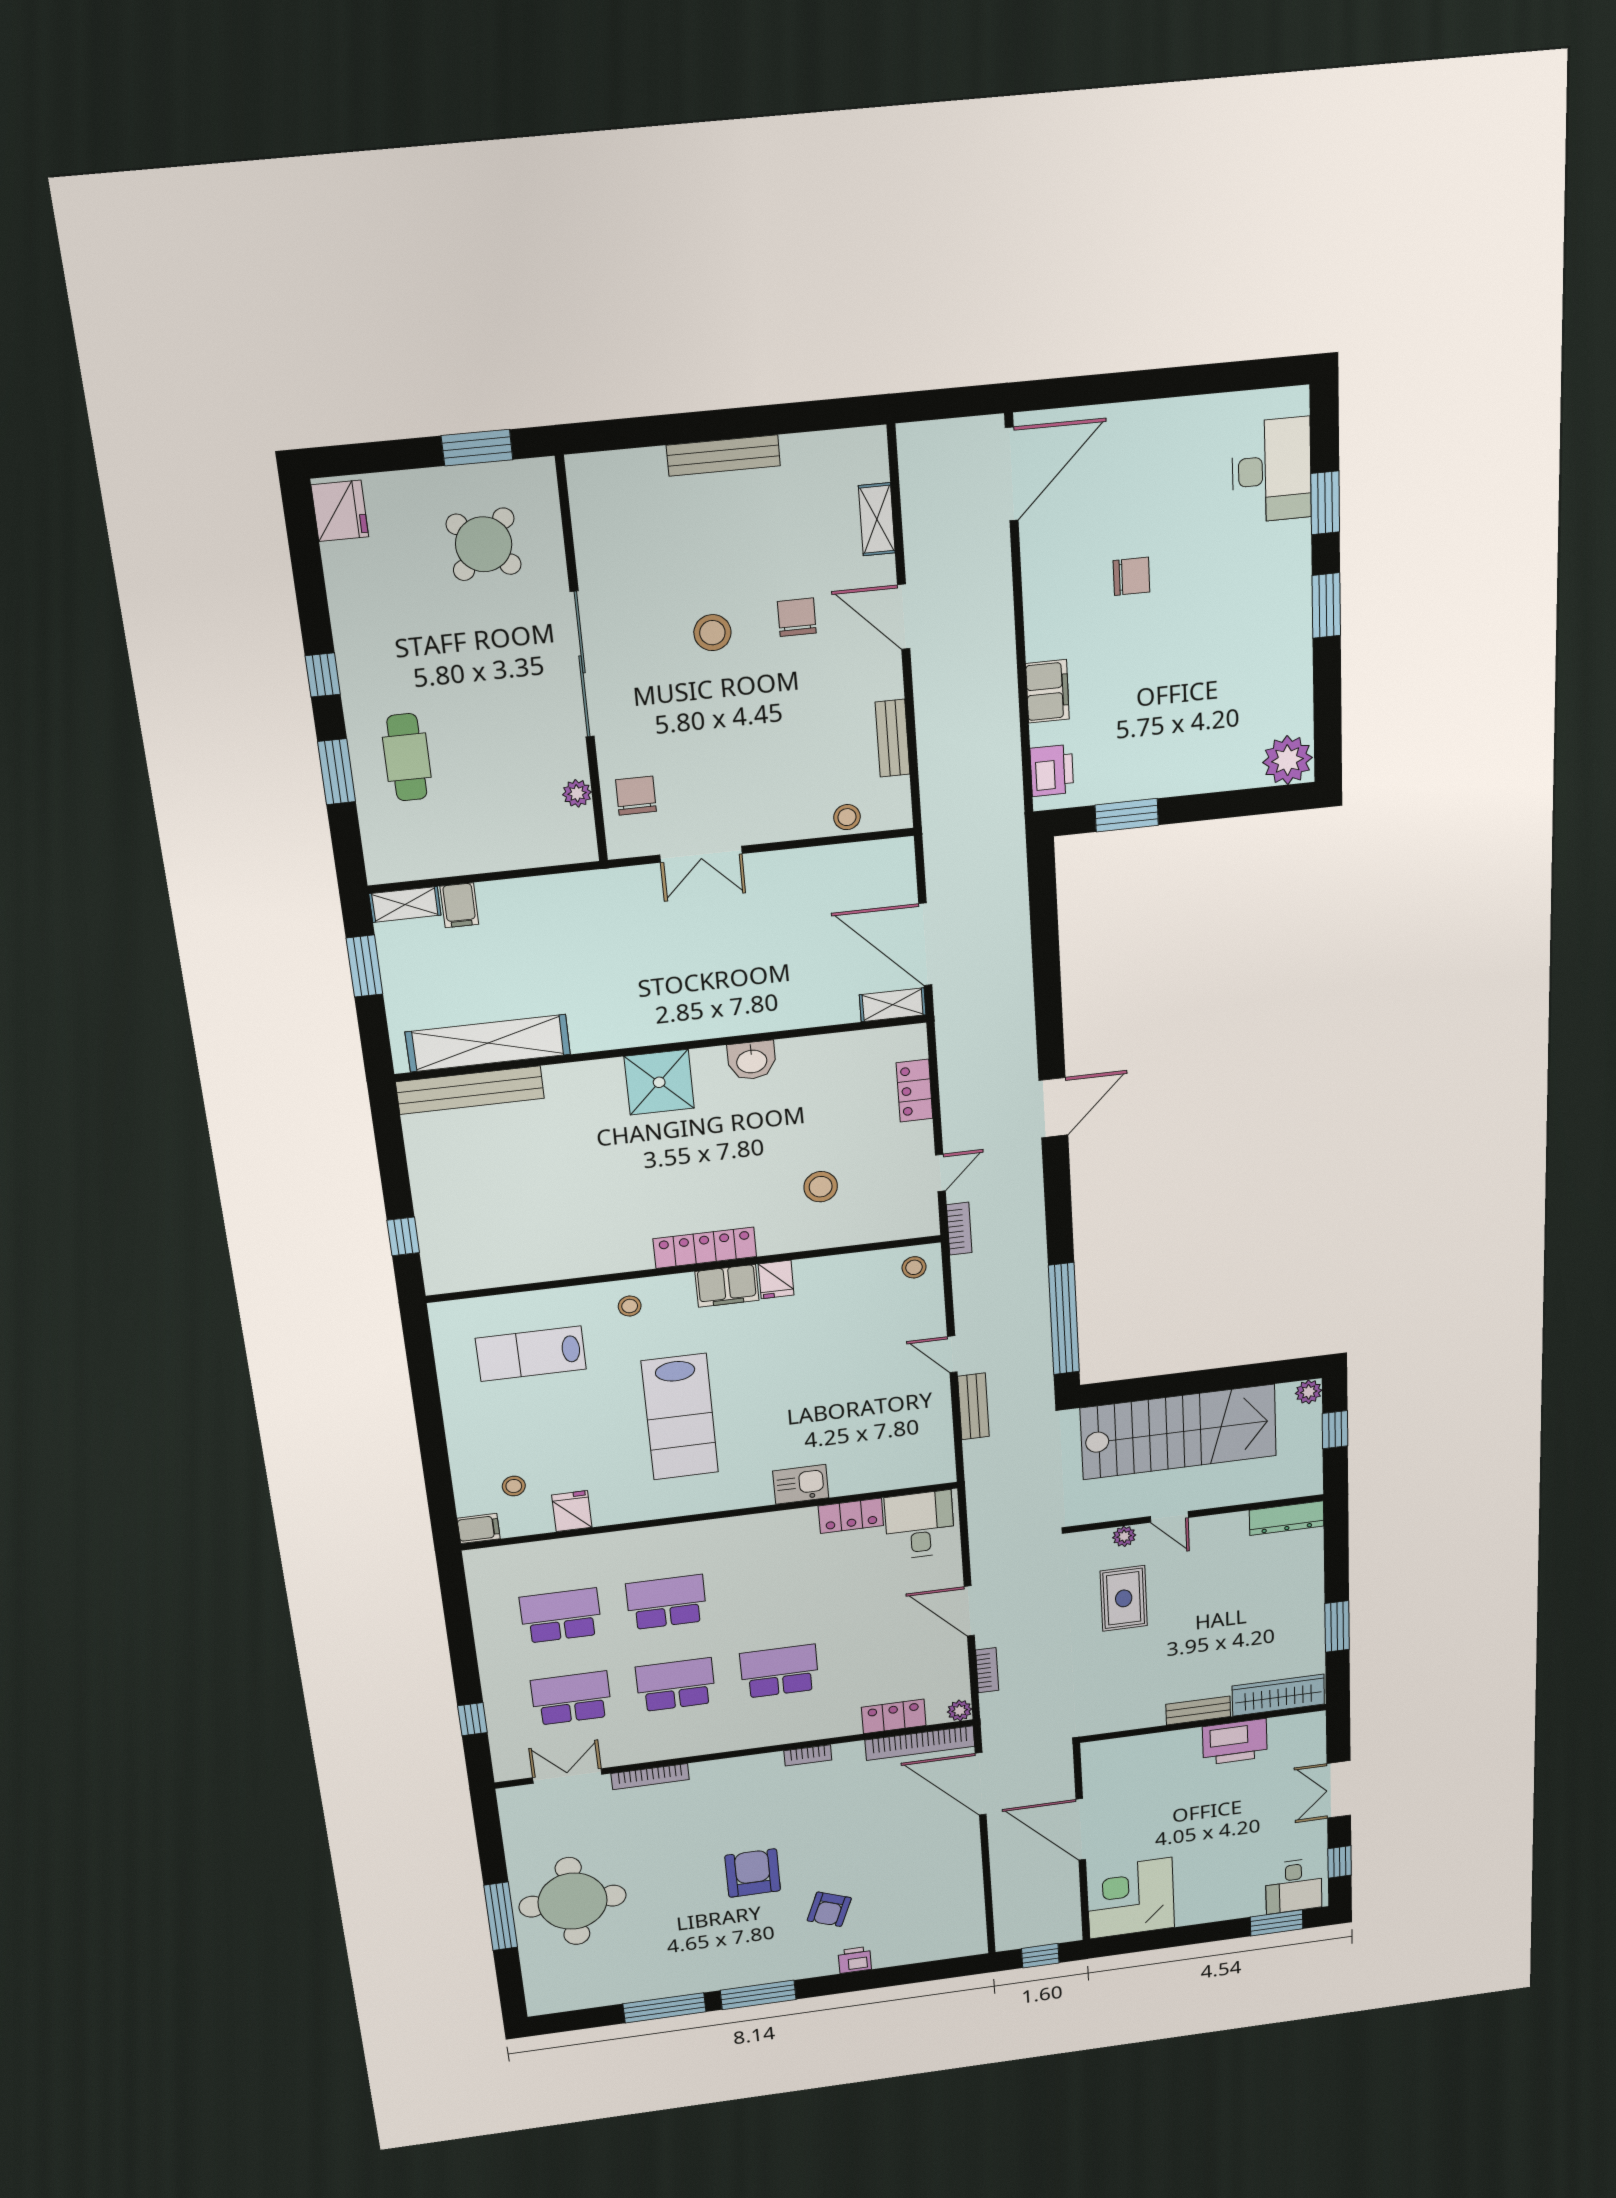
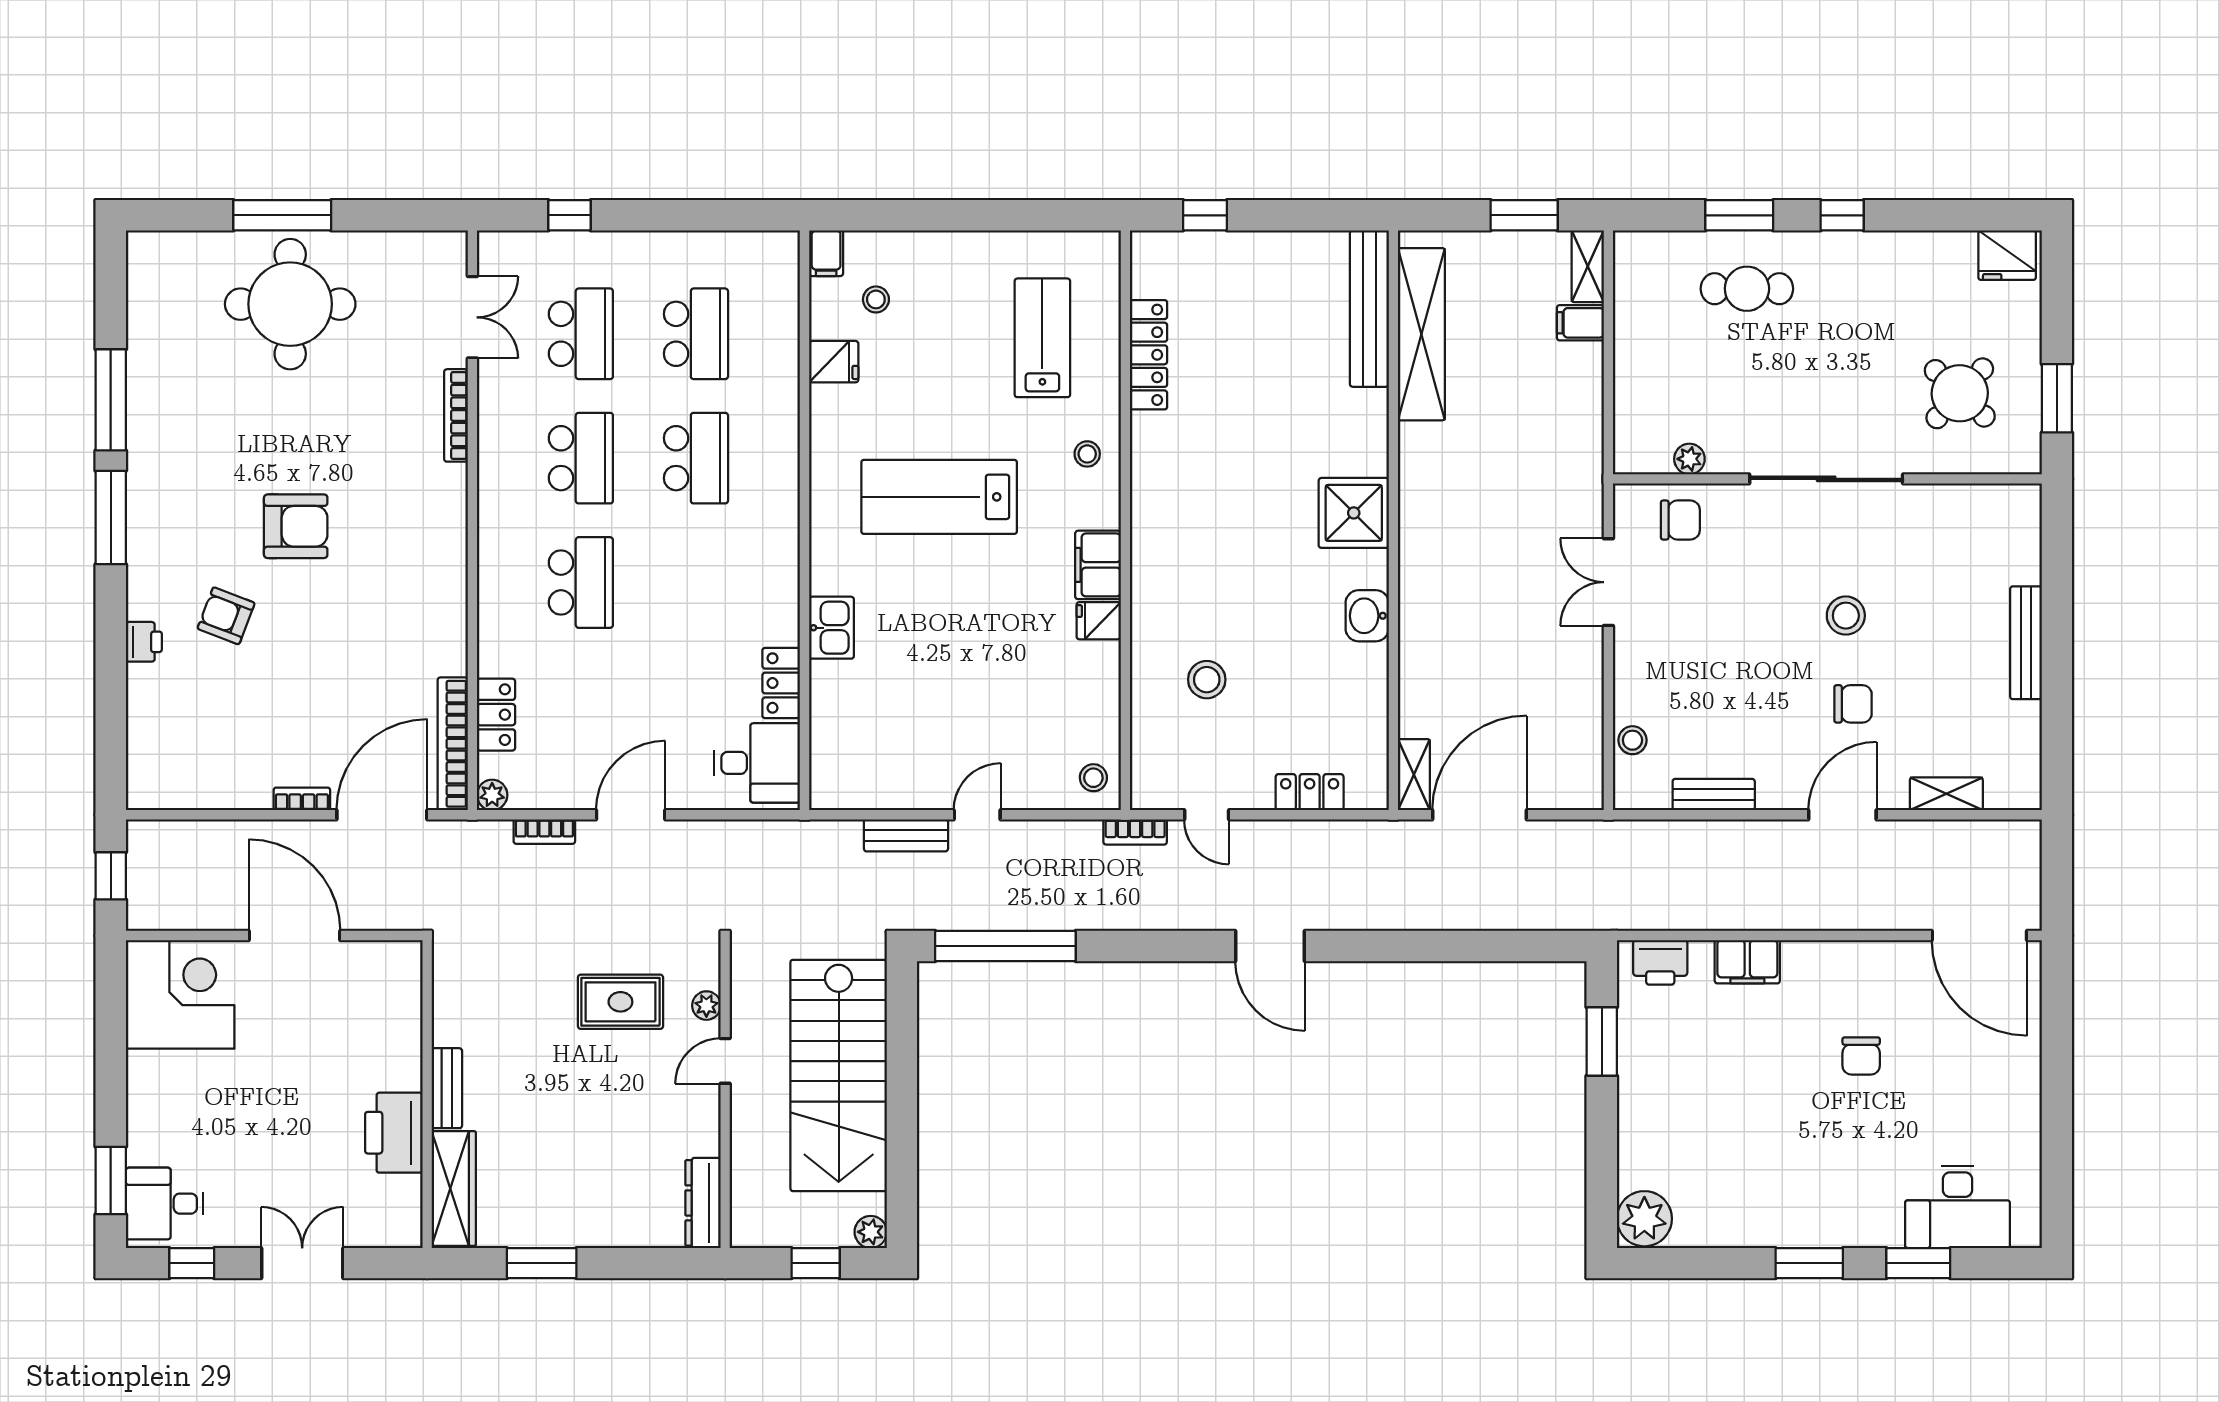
locker: (705, 1248) -> (1149, 355), moved
bookcase: (808, 1755) -> (302, 799), moved, turned 90
door: (1081, 1829) -> (294, 936), hinge flipped

